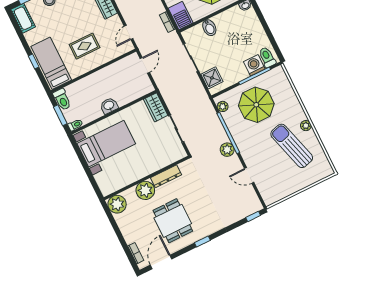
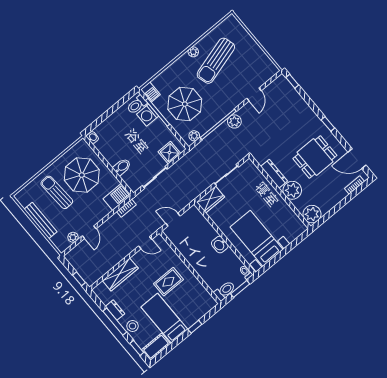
rug: (85, 46) -> (168, 282), turned 90
bed: (51, 63) -> (164, 318), moved, turned 90
barbecue: (276, 74) -> (150, 92), added

